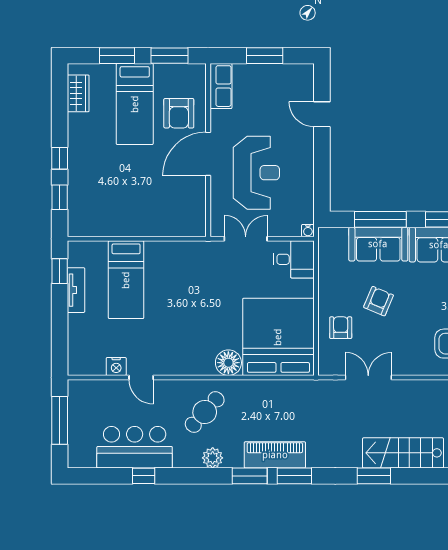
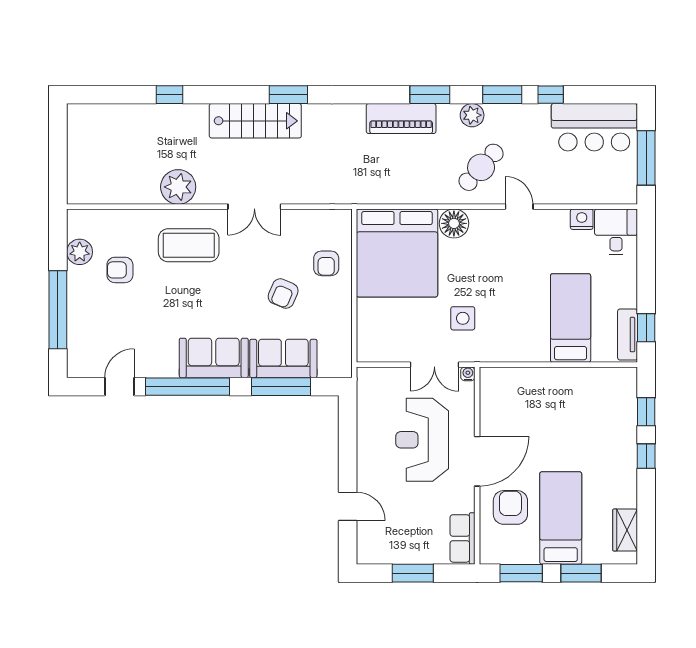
water cooler: (308, 231) -> (468, 374), moved
desk: (294, 259) -> (616, 232), moved, turned 90
side table: (221, 279) -> (463, 318), added
tv unit: (76, 290) -> (628, 335), moved
door: (141, 378) -> (519, 207), moved
double door: (368, 378) -> (254, 207), moved
bar counter: (135, 447) -> (594, 127), moved
window: (294, 476) -> (502, 95), moved

